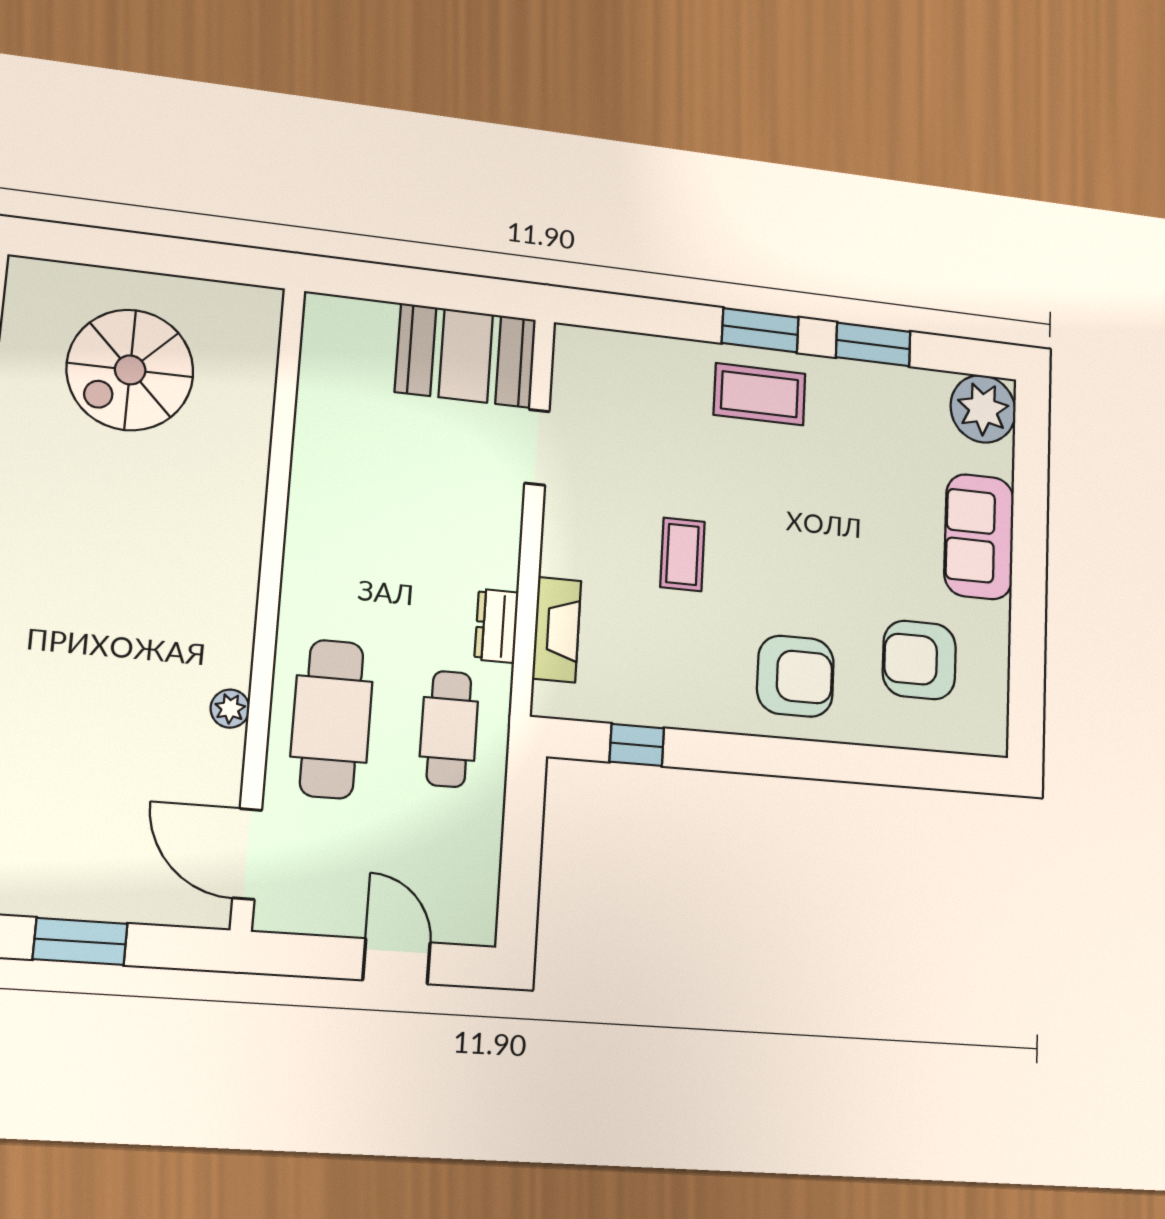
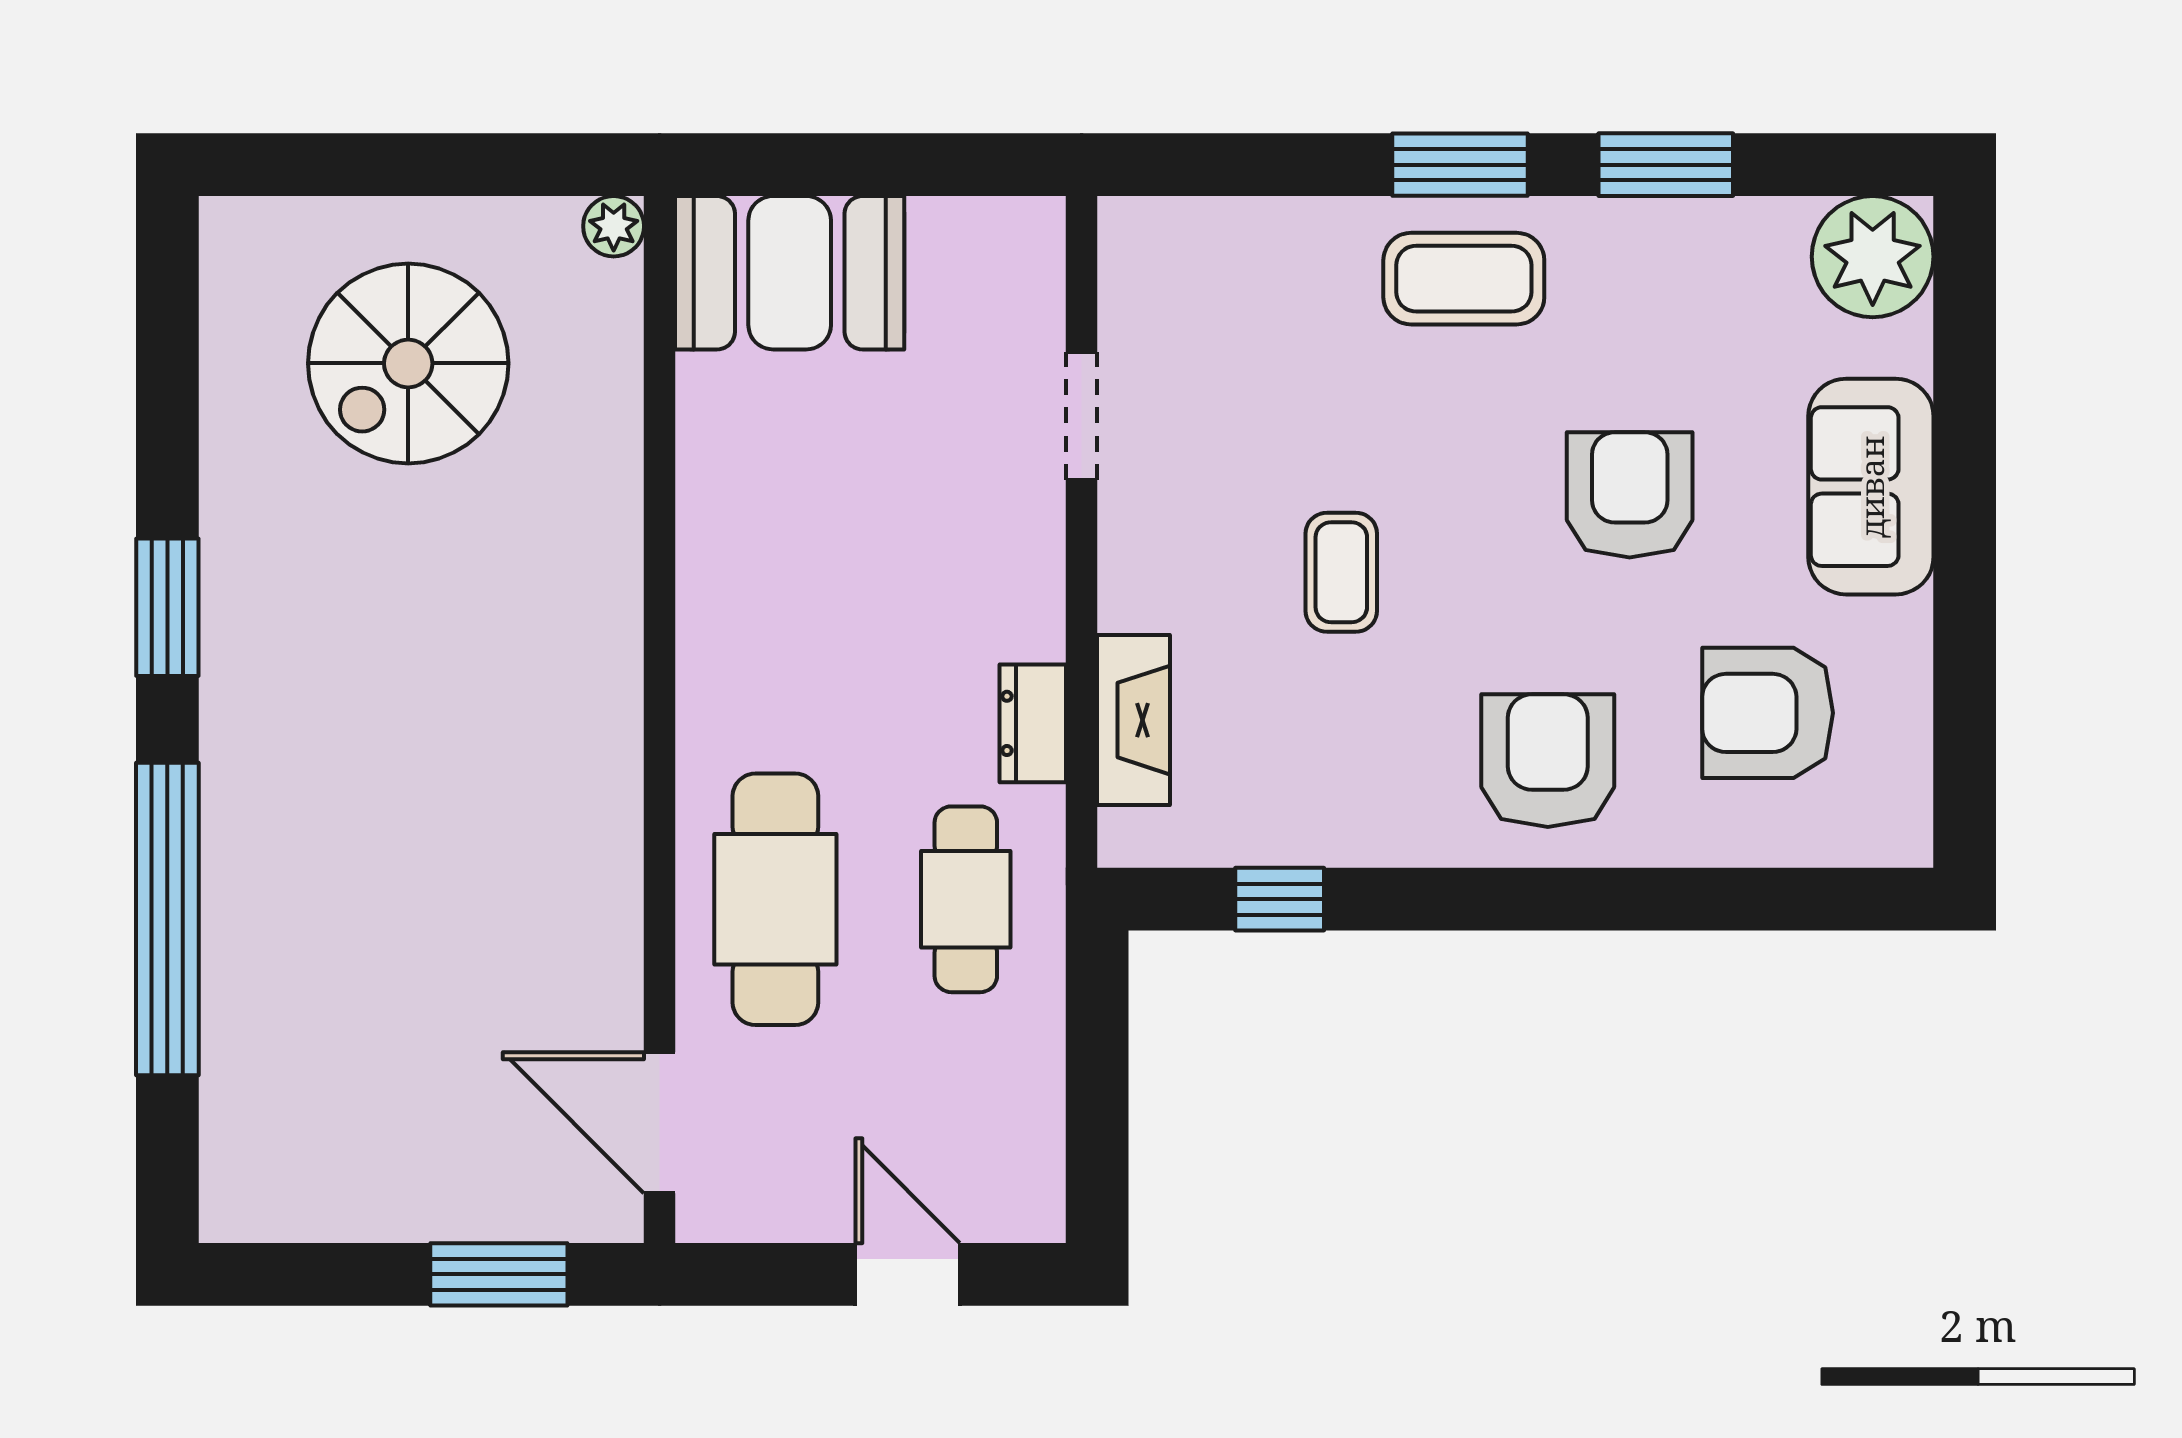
booth: (466, 356) -> (790, 273), moved
armchair: (847, 527) -> (1630, 495), added
armchair: (795, 676) -> (1548, 761), turned -90
plant: (230, 709) -> (614, 226), moved
window: (80, 941) -> (499, 1274), moved

